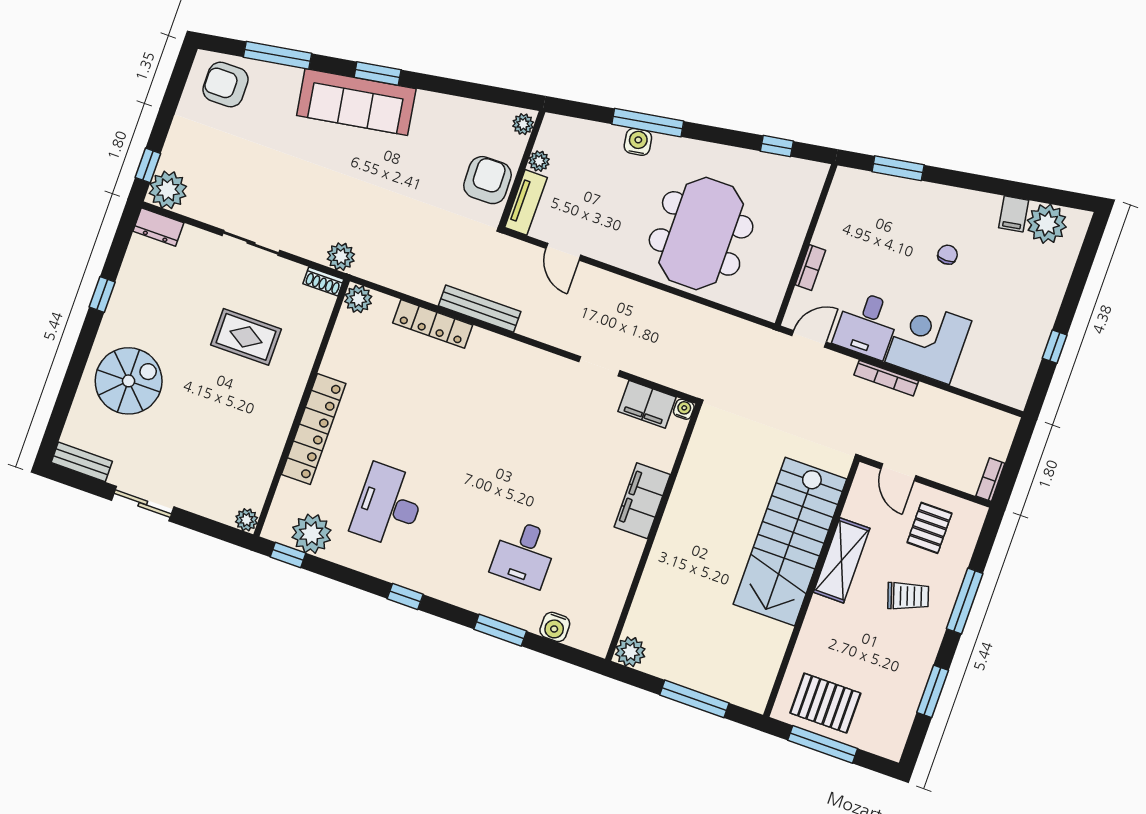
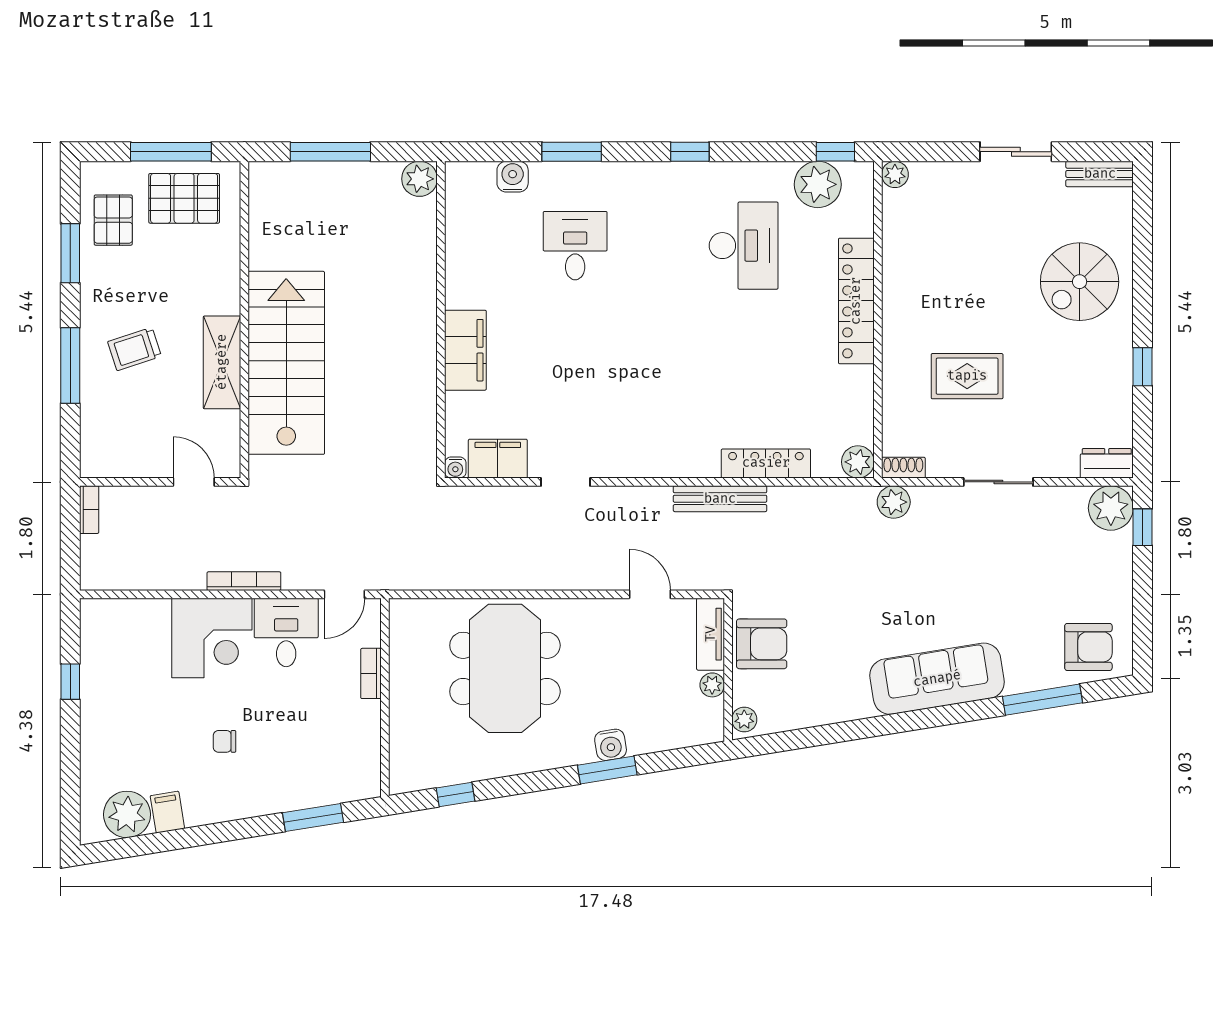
window: (378, 73) -> (925, 719), removed
window: (648, 123) -> (607, 770), width x0.69
armchair: (487, 180) -> (762, 644), turned -89
chair: (948, 255) -> (224, 741), turned 90
pallet: (929, 528) -> (113, 220), moved

